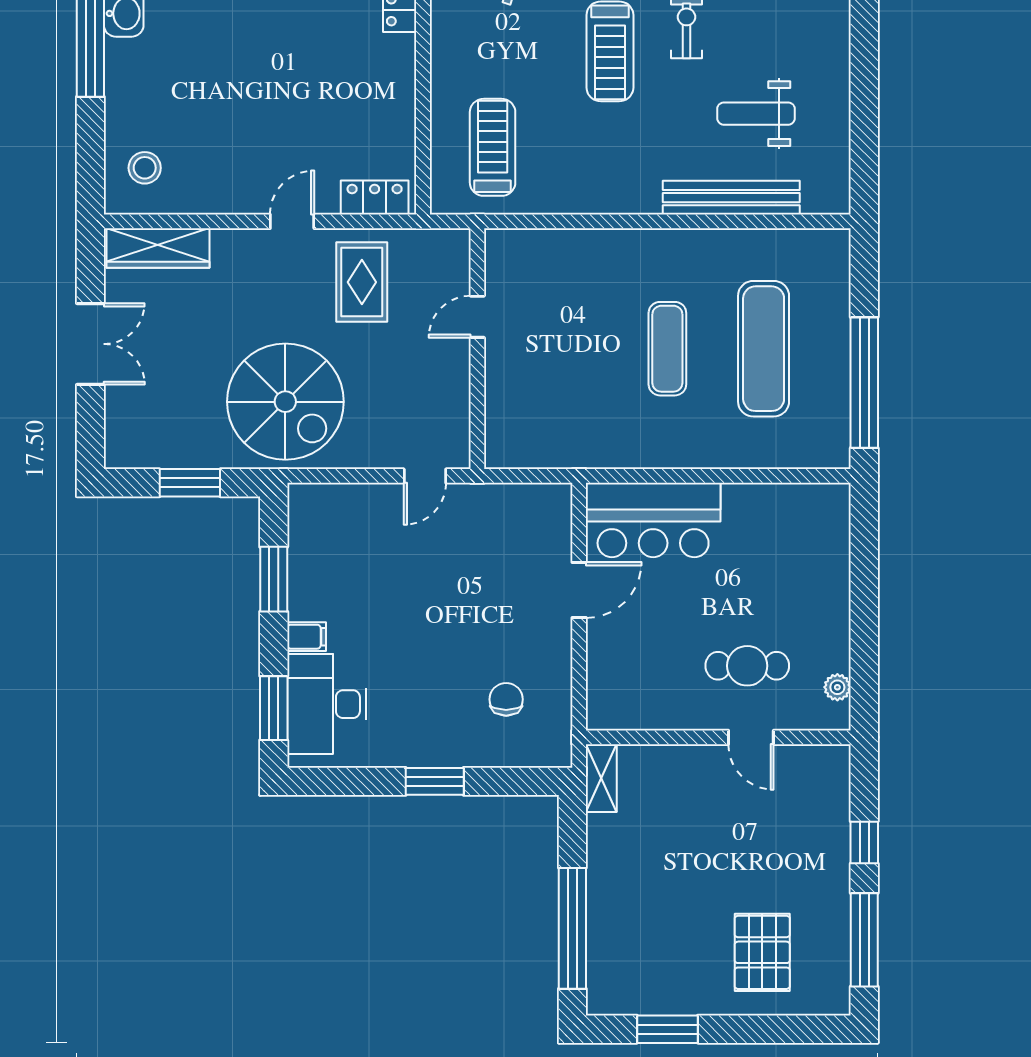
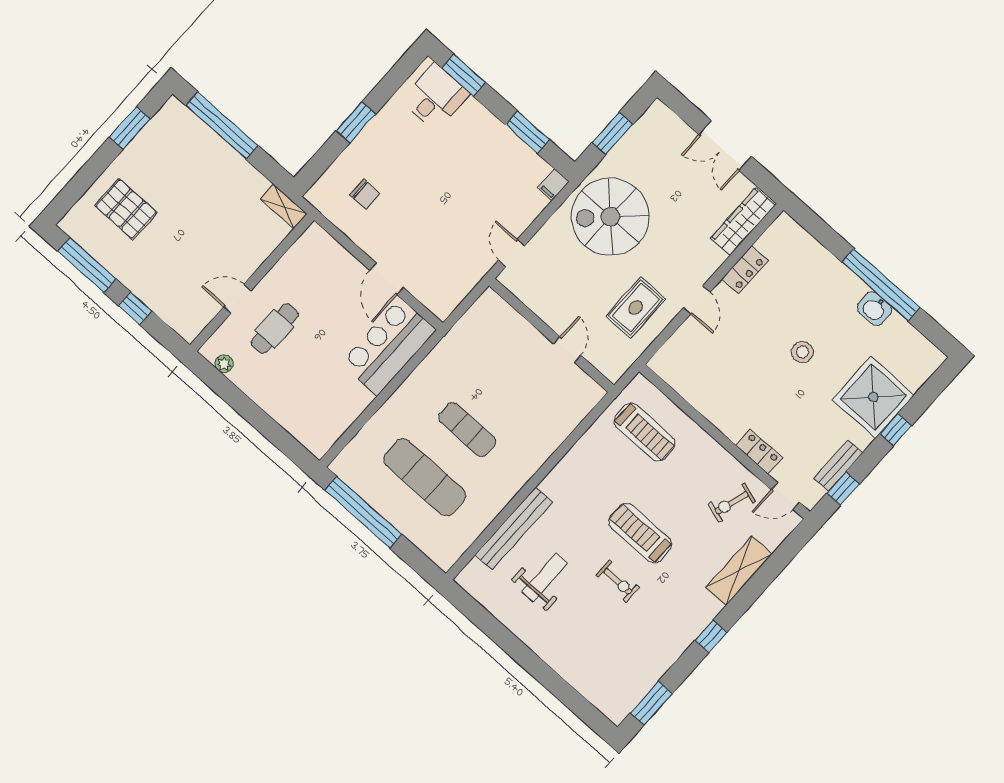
stool: (145, 168) -> (802, 352), moved
locker: (375, 198) -> (745, 270), moved
rug: (362, 282) -> (636, 308), turned 90
filing cabinet: (307, 637) -> (554, 185), moved
desk: (327, 704) -> (435, 97), width x0.73

